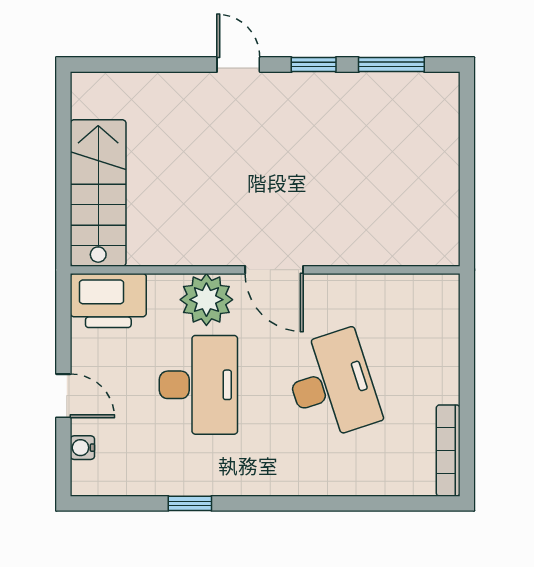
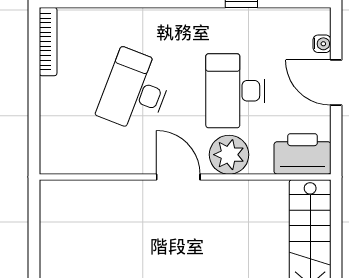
desk: (332, 385) -> (135, 91), turned 39
door: (63, 396) -> (336, 83), width x1.37

